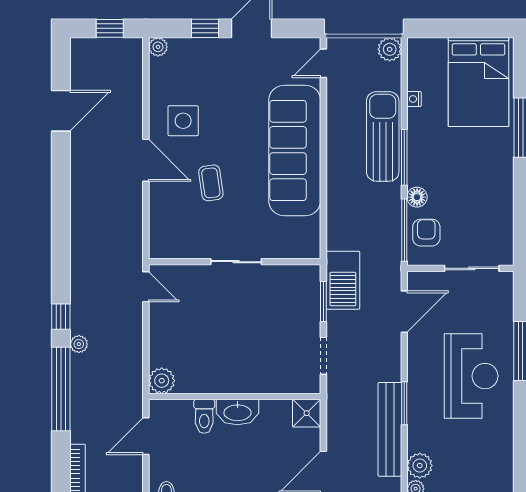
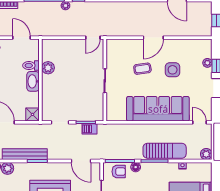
plant: (158, 47) -> (207, 63), moved
side table: (183, 121) -> (173, 70), moved
barbecue: (343, 280) -> (89, 129), width x0.53, depth x0.65
plant: (162, 381) -> (48, 68), moved

